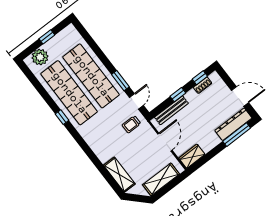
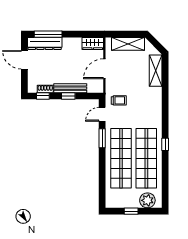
bench: (171, 110) -> (70, 88), moved

